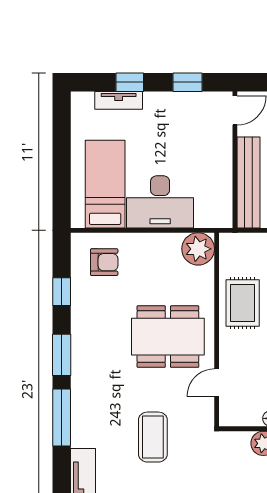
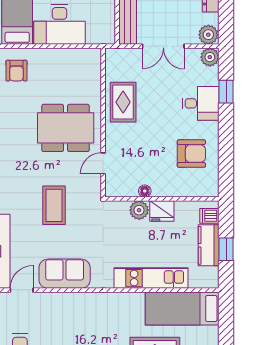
plant: (198, 249) -> (89, 60), removed
armchair: (104, 262) -> (16, 71), turned 90

